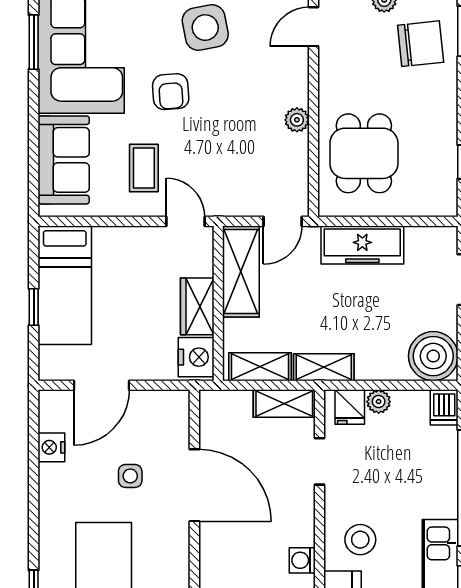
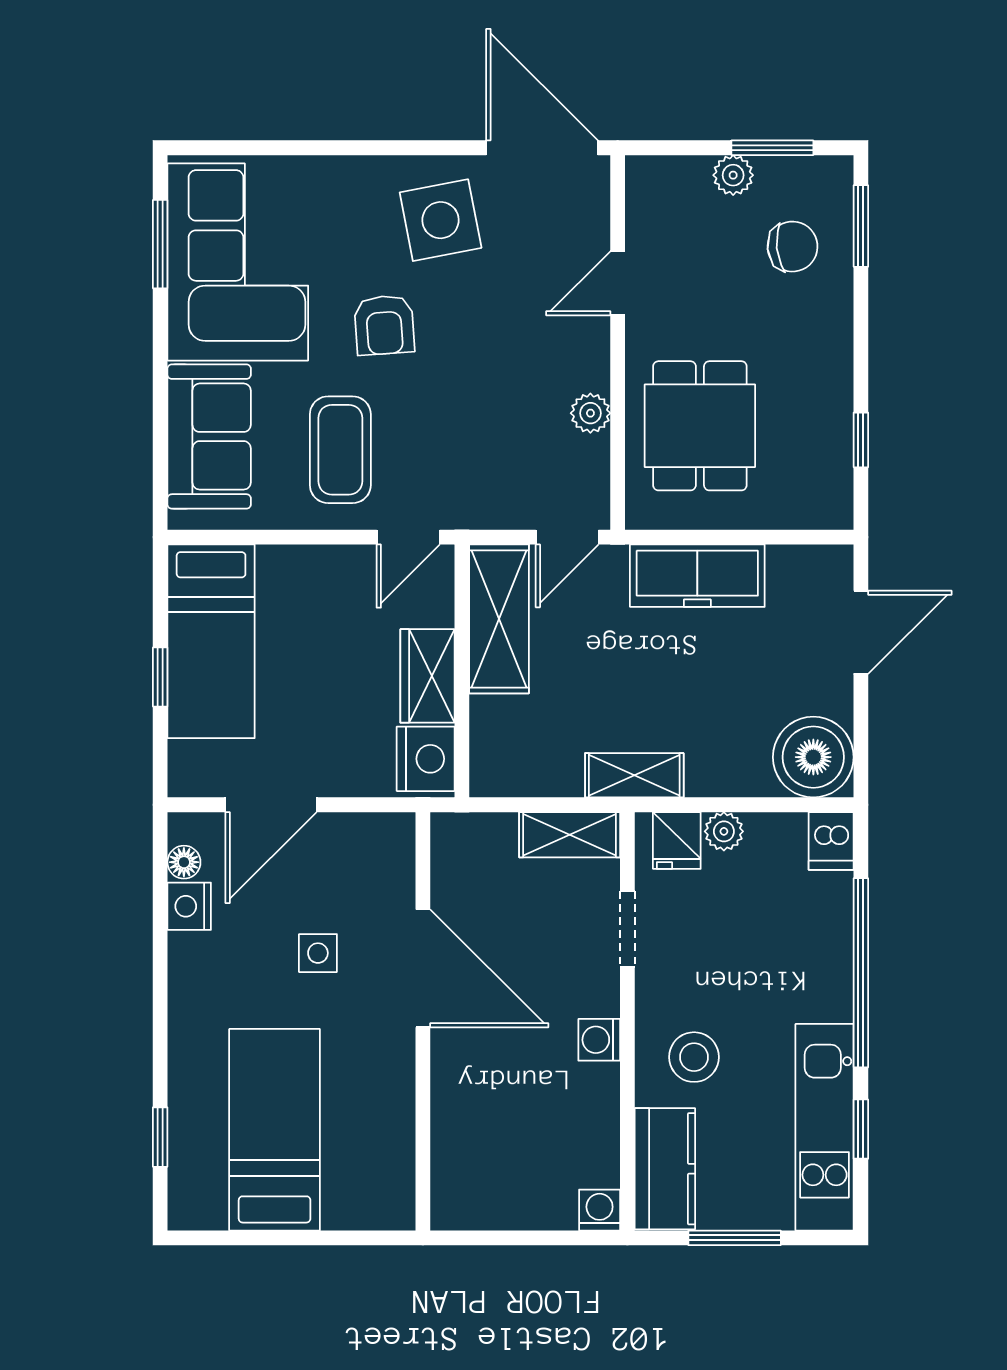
door: (314, 27) -> (618, 283), moved
chair: (421, 44) -> (793, 247), width x0.73, depth x0.73
plant: (297, 120) -> (590, 413), moved
coffee table: (144, 168) -> (340, 450), width x1.36, depth x1.30
door: (185, 221) -> (408, 537), swing flipped
shelving: (260, 367) -> (530, 775), removed
floor lamp: (48, 420) -> (184, 862), added
washing machine: (302, 560) -> (599, 1040), moved

